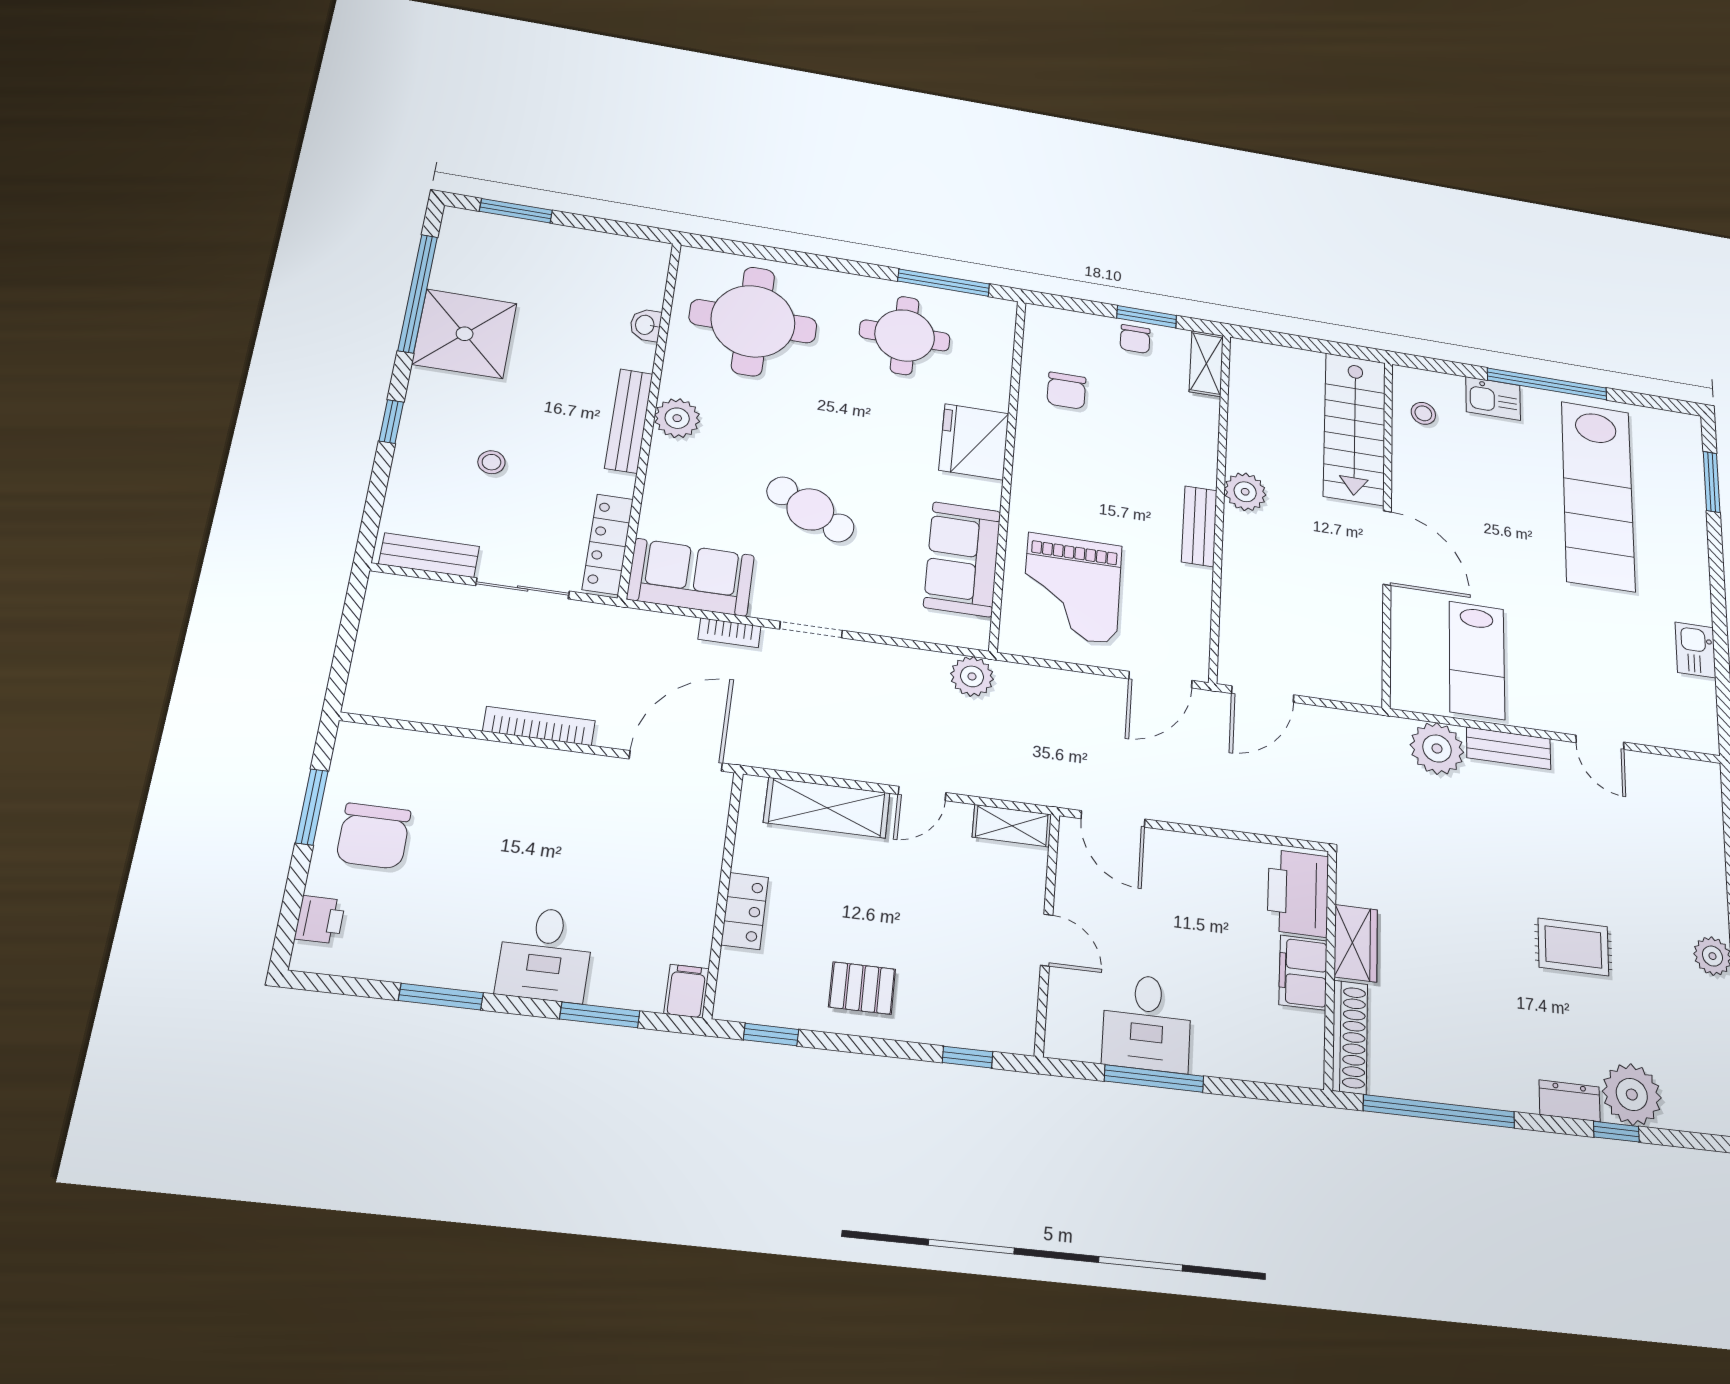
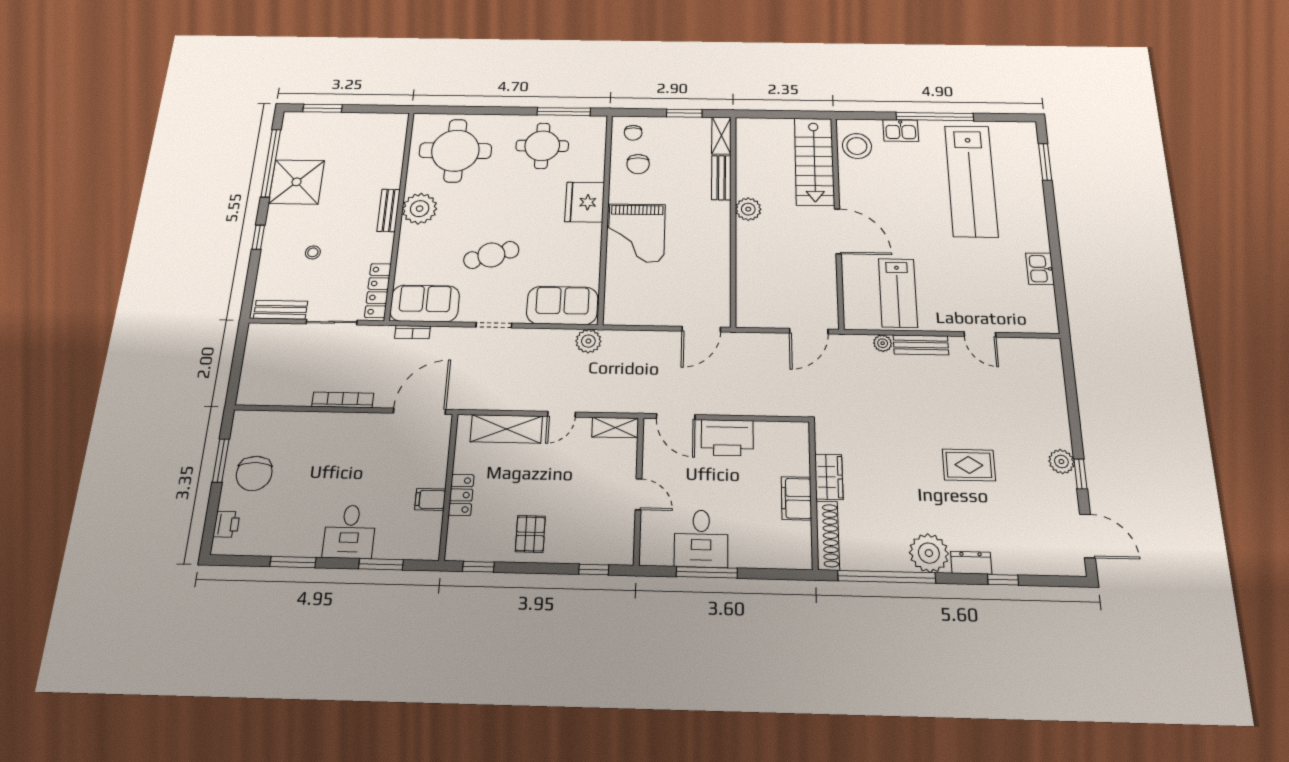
washbasin: (646, 325) -> (395, 162), removed
chair: (1135, 339) -> (633, 133), moved
stool: (1423, 413) -> (857, 146), width x1.89, depth x1.89
plant: (677, 418) -> (420, 209), width x1.36, depth x1.36
bench: (629, 421) -> (389, 210), width x0.73
cafe table: (810, 509) -> (491, 255), turned -46
bench: (1199, 526) -> (721, 178), moved
sofa: (962, 559) -> (562, 305), moved, turned 90
grand piano: (1072, 588) -> (636, 233), moved
bookcase: (730, 633) -> (413, 332), moved
door: (1263, 694) -> (809, 331), moved
plant: (1437, 748) -> (883, 343), width x0.53, depth x0.53
printer: (1298, 893) -> (727, 438), moved, turned -90
pallet: (862, 988) -> (530, 534), turned 90
filing cabinet: (687, 991) -> (430, 499), moved, turned -90
plant: (1632, 1095) -> (929, 553), moved

